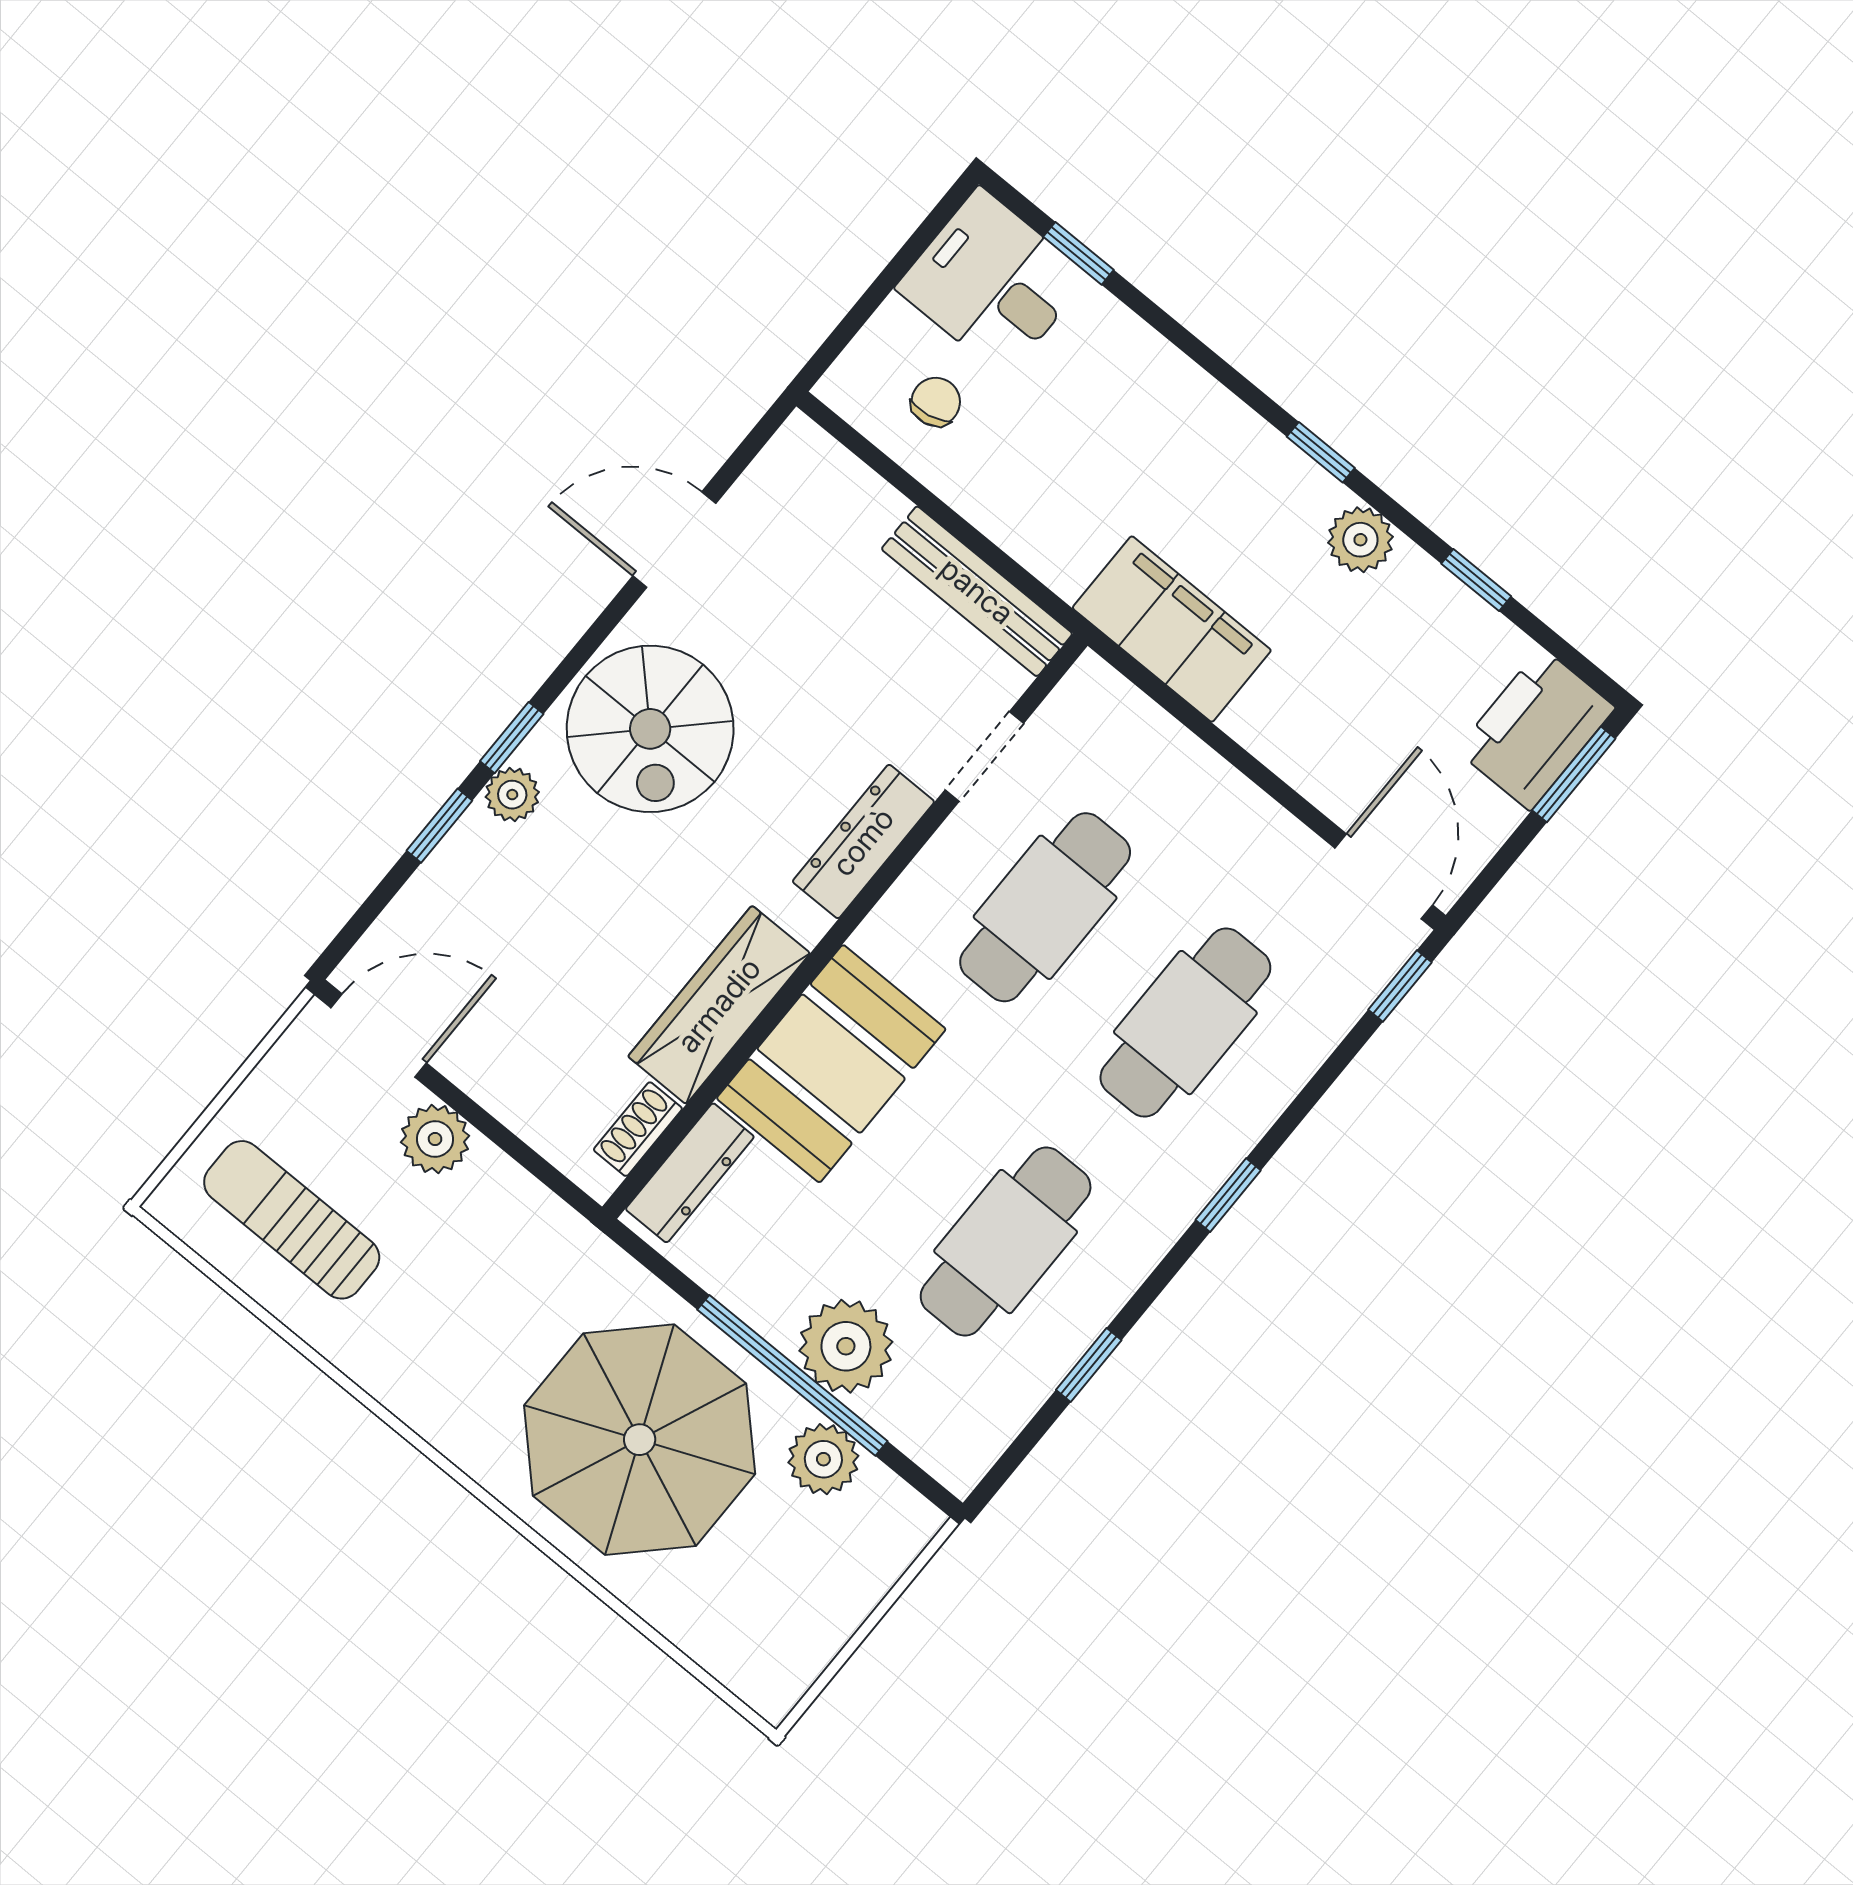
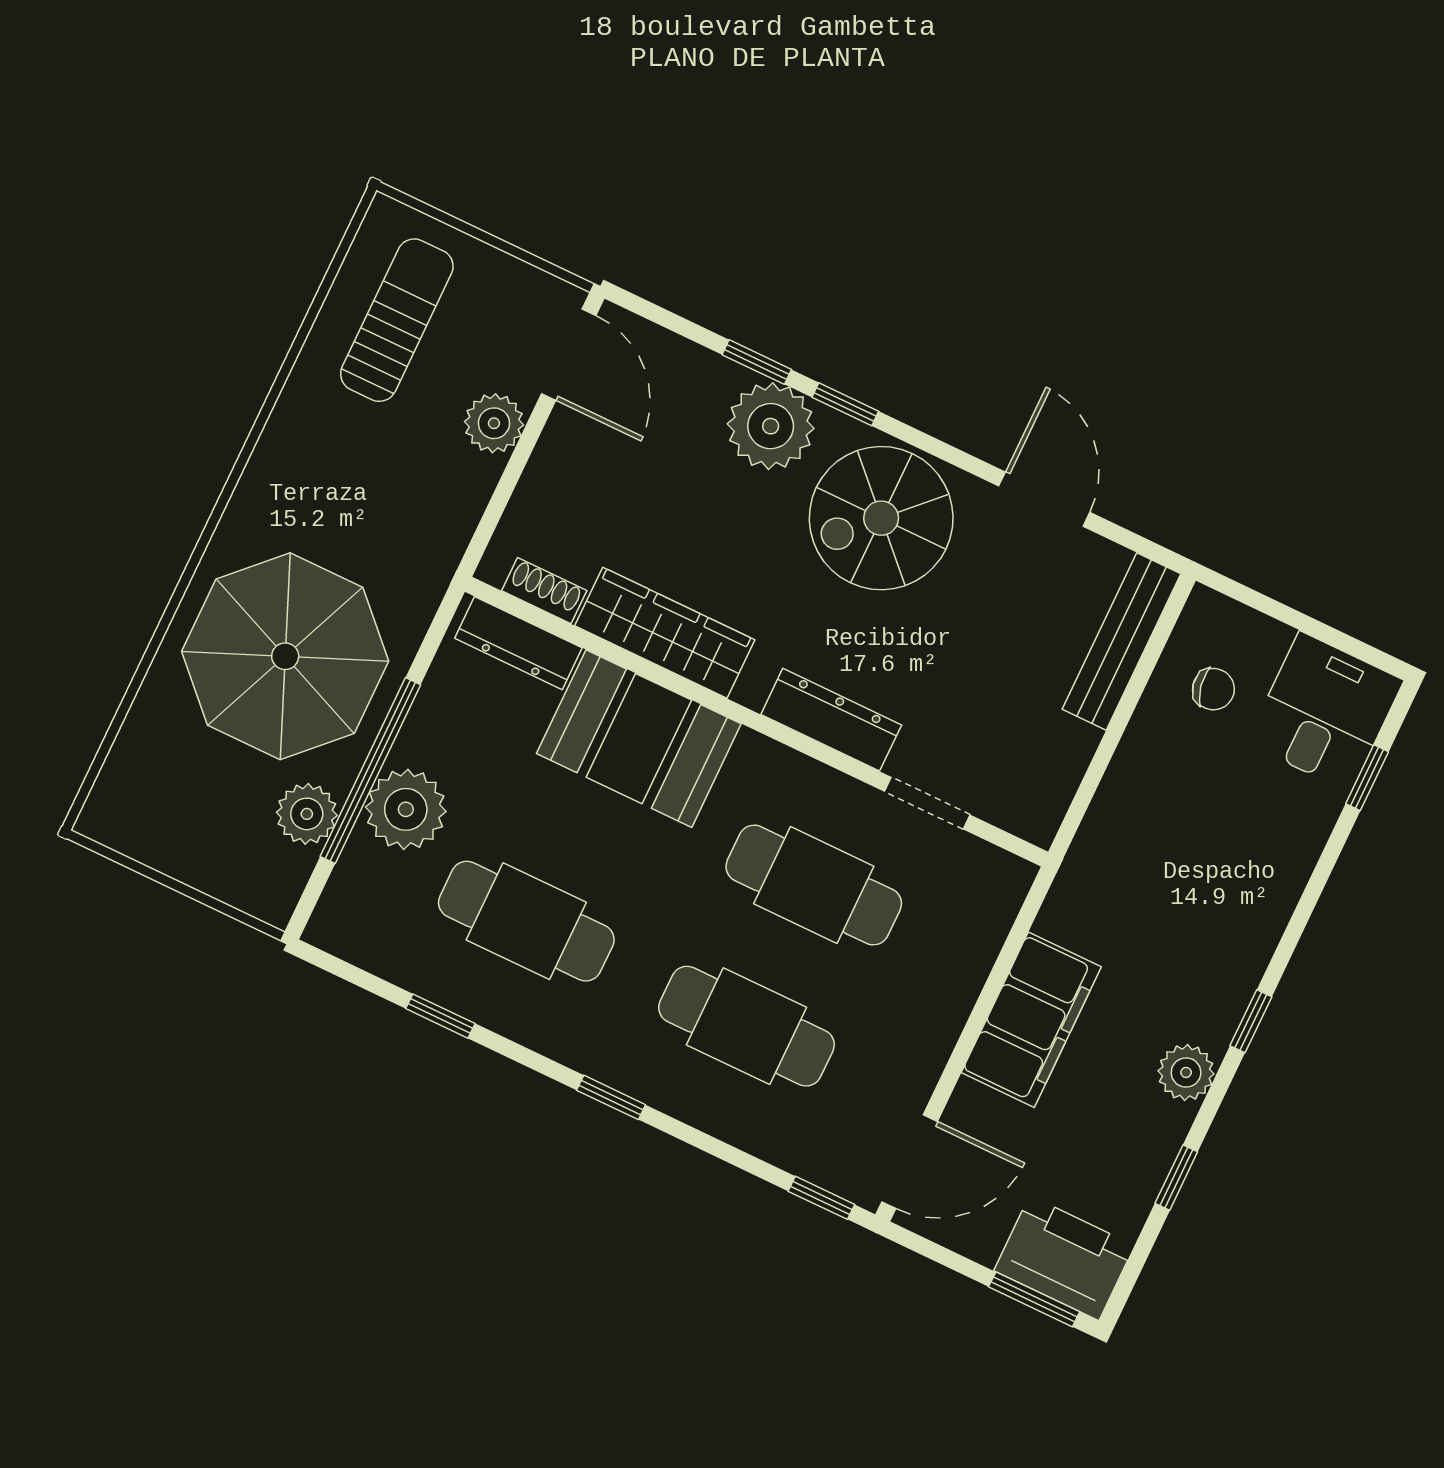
bench: (977, 591) -> (1122, 641), moved
filing cabinet: (1172, 629) -> (1031, 1020), moved
plant: (512, 795) -> (771, 426), width x1.87, depth x1.87

